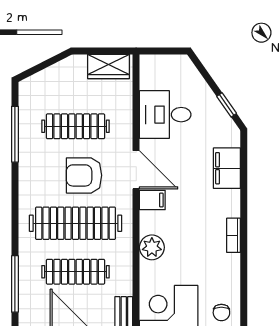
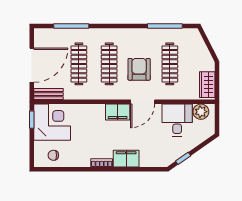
filing cabinet: (227, 168) -> (126, 159), moved
filing cabinet: (152, 200) -> (118, 112), width x2.00
clothes rail: (75, 223) -> (109, 64), width x0.73, depth x0.76
plant: (152, 247) -> (201, 112), moved

